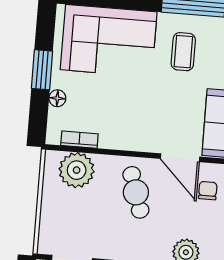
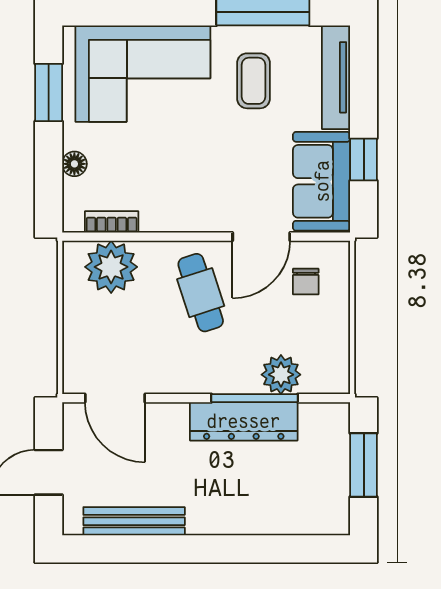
window: (42, 70) -> (49, 92), moved
door: (180, 158) -> (261, 237), hinge flipped
chair: (208, 191) -> (306, 282), turned 180

